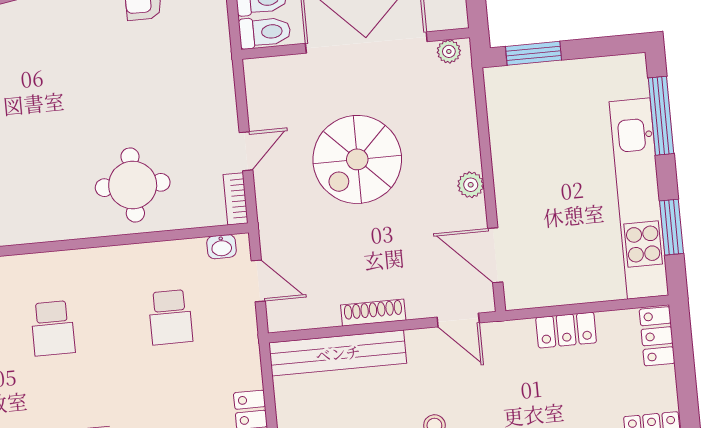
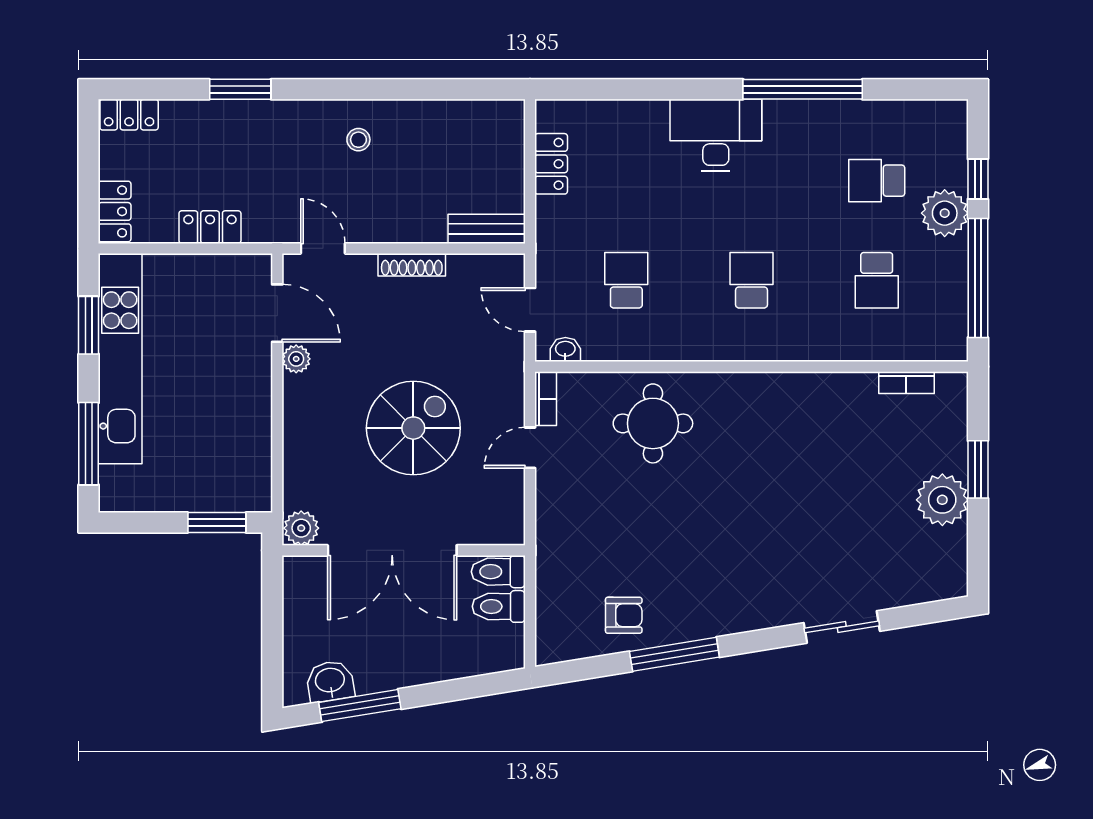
plant: (449, 51) -> (301, 528), width x1.38, depth x1.38
plant: (471, 185) -> (296, 359), moved
bench: (338, 353) -> (487, 229), width x0.54, depth x0.82

